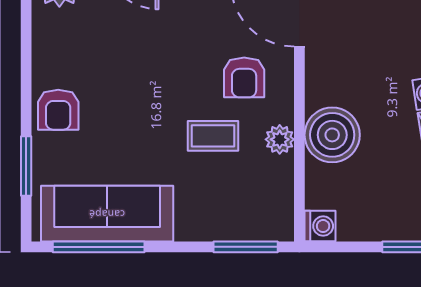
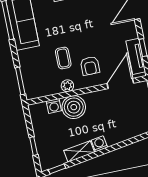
armchair: (244, 77) -> (90, 66), turned -90
washing machine: (320, 226) -> (54, 106), moved

